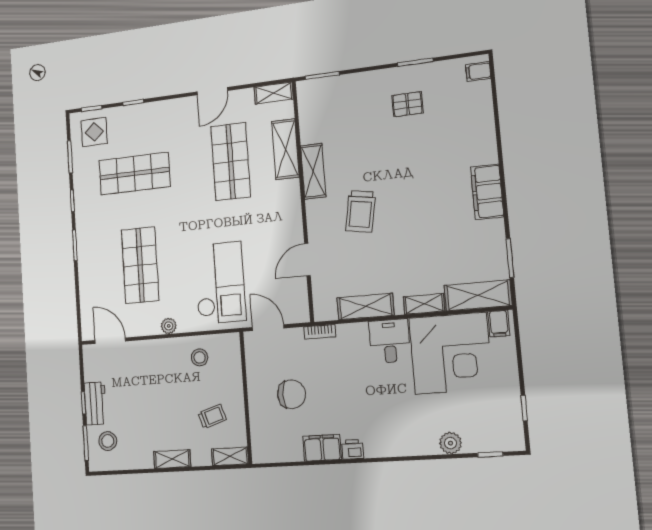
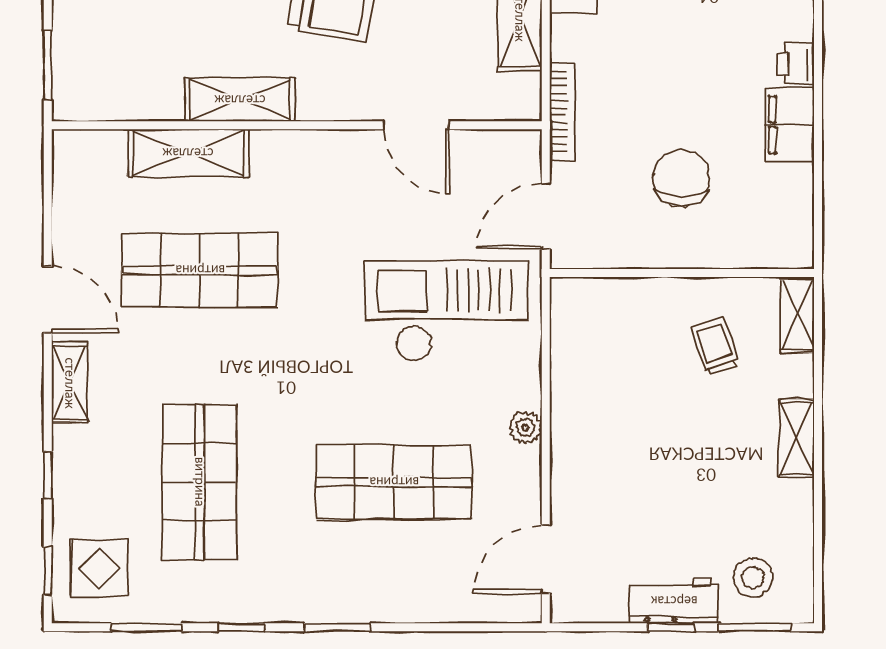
shelving: (274, 93) -> (70, 383), moved
bookcase: (320, 332) -> (562, 111), width x1.56
stool: (200, 357) -> (595, 365), removed

